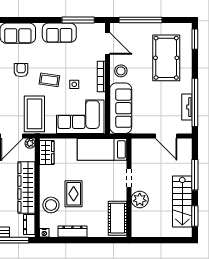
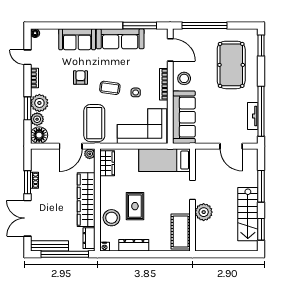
sofa: (59, 33) -> (120, 39), width x1.36

